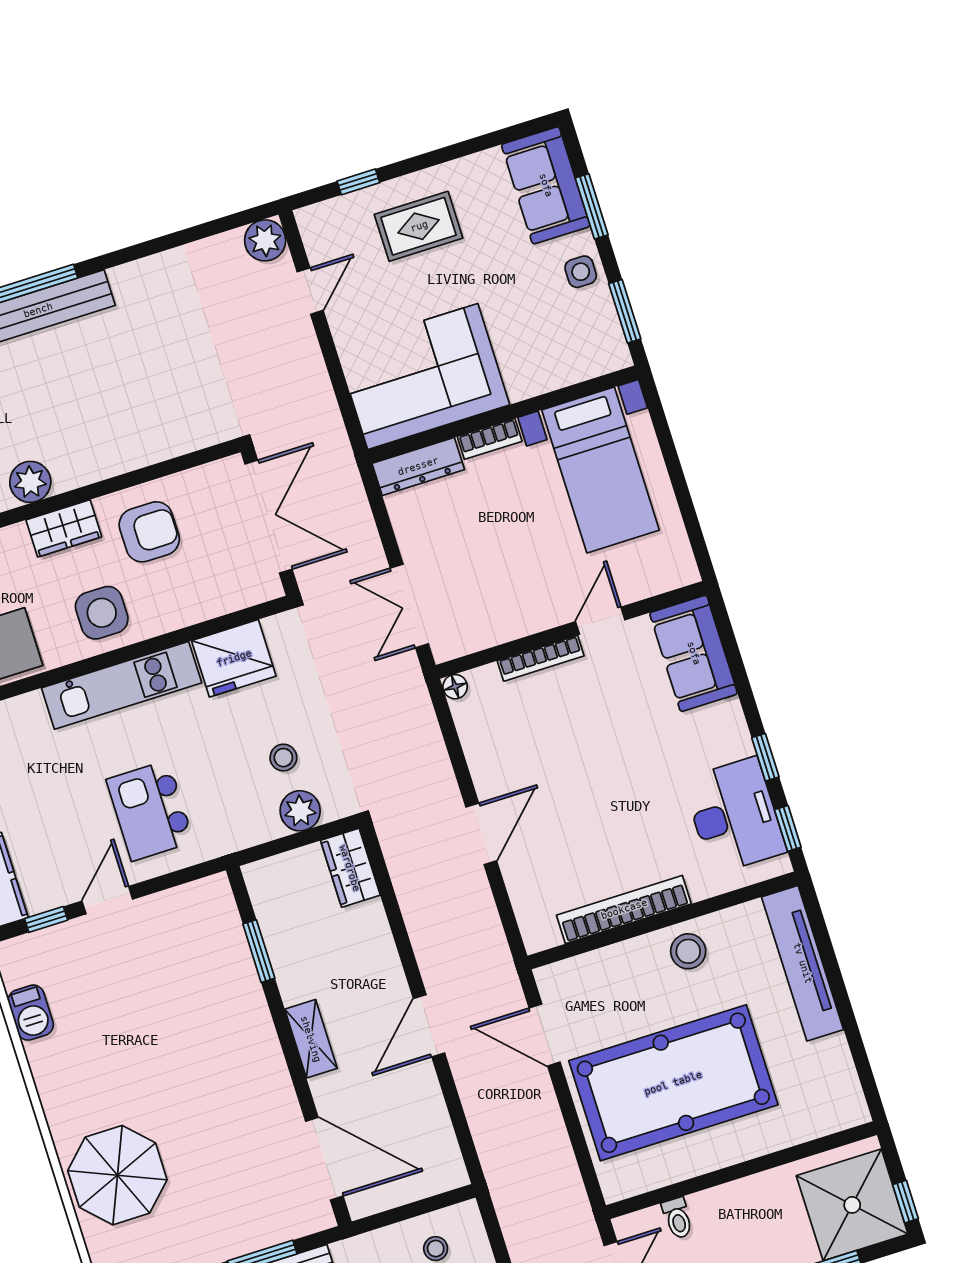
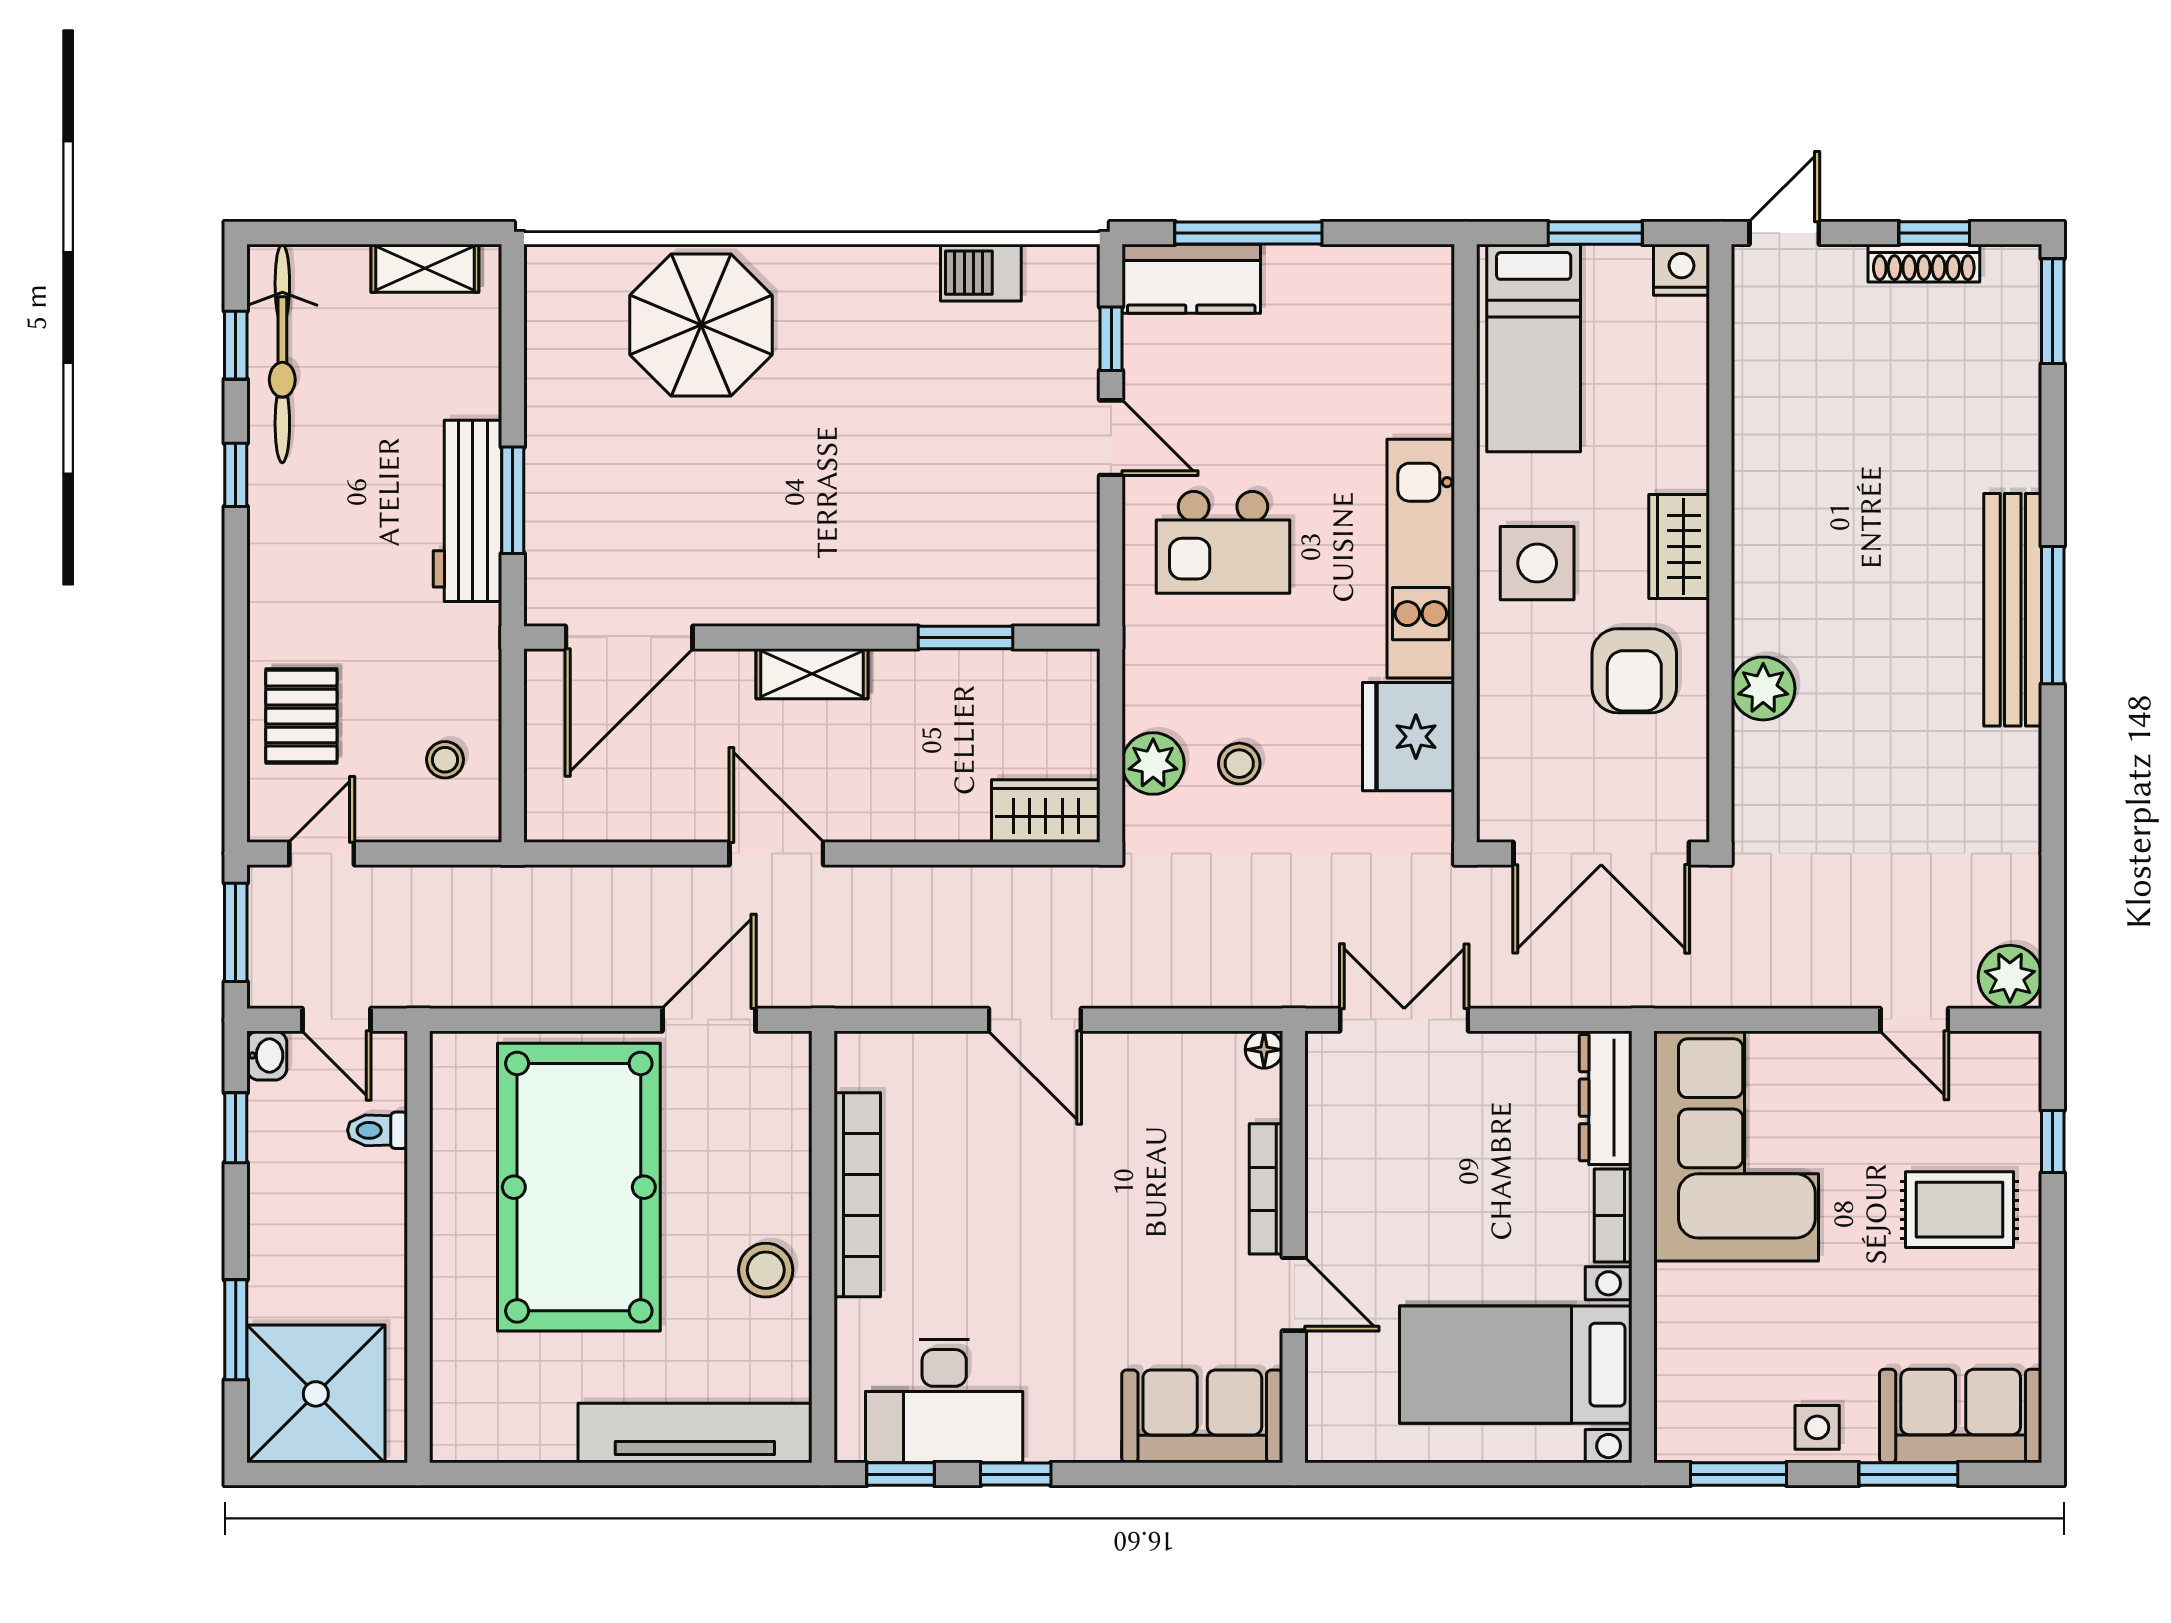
rug: (419, 226) -> (1959, 1210), turned 90
plant: (30, 482) -> (1763, 688), moved
kitchen island: (150, 811) -> (1223, 542), turned 180
window: (906, 1202) -> (296, 1474), removed

